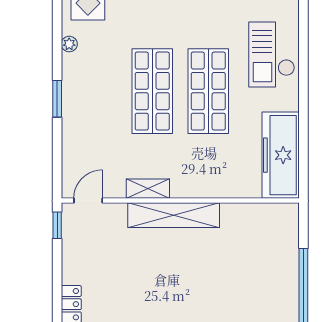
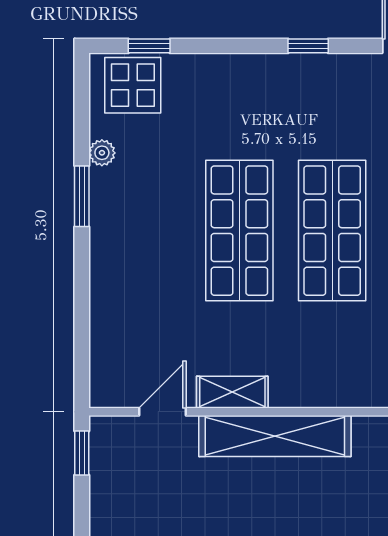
window: (57, 99) -> (82, 196), moved
door: (88, 200) -> (162, 412), moved

